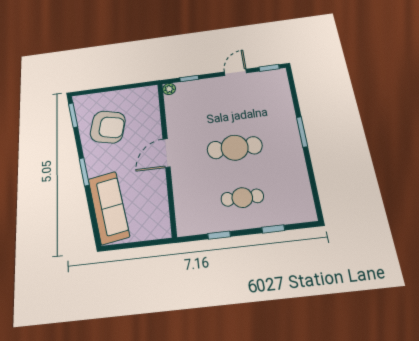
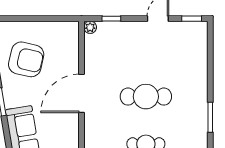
window: (302, 132) -> (210, 117), moved
door: (167, 153) -> (81, 93), width x1.36

